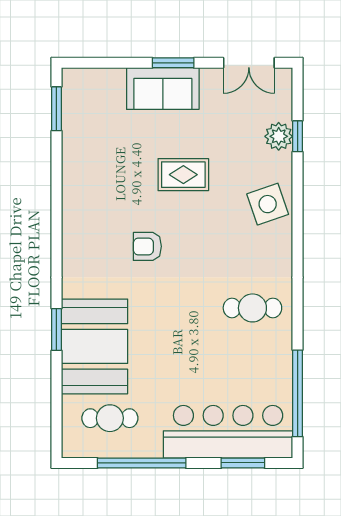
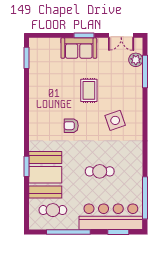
plant: (279, 136) -> (136, 60), moved
window: (298, 136) -> (145, 71), width x2.17
rug: (183, 175) -> (89, 90), turned 90
side table: (268, 204) -> (115, 120), moved
cafe table: (252, 308) -> (100, 171), moved

